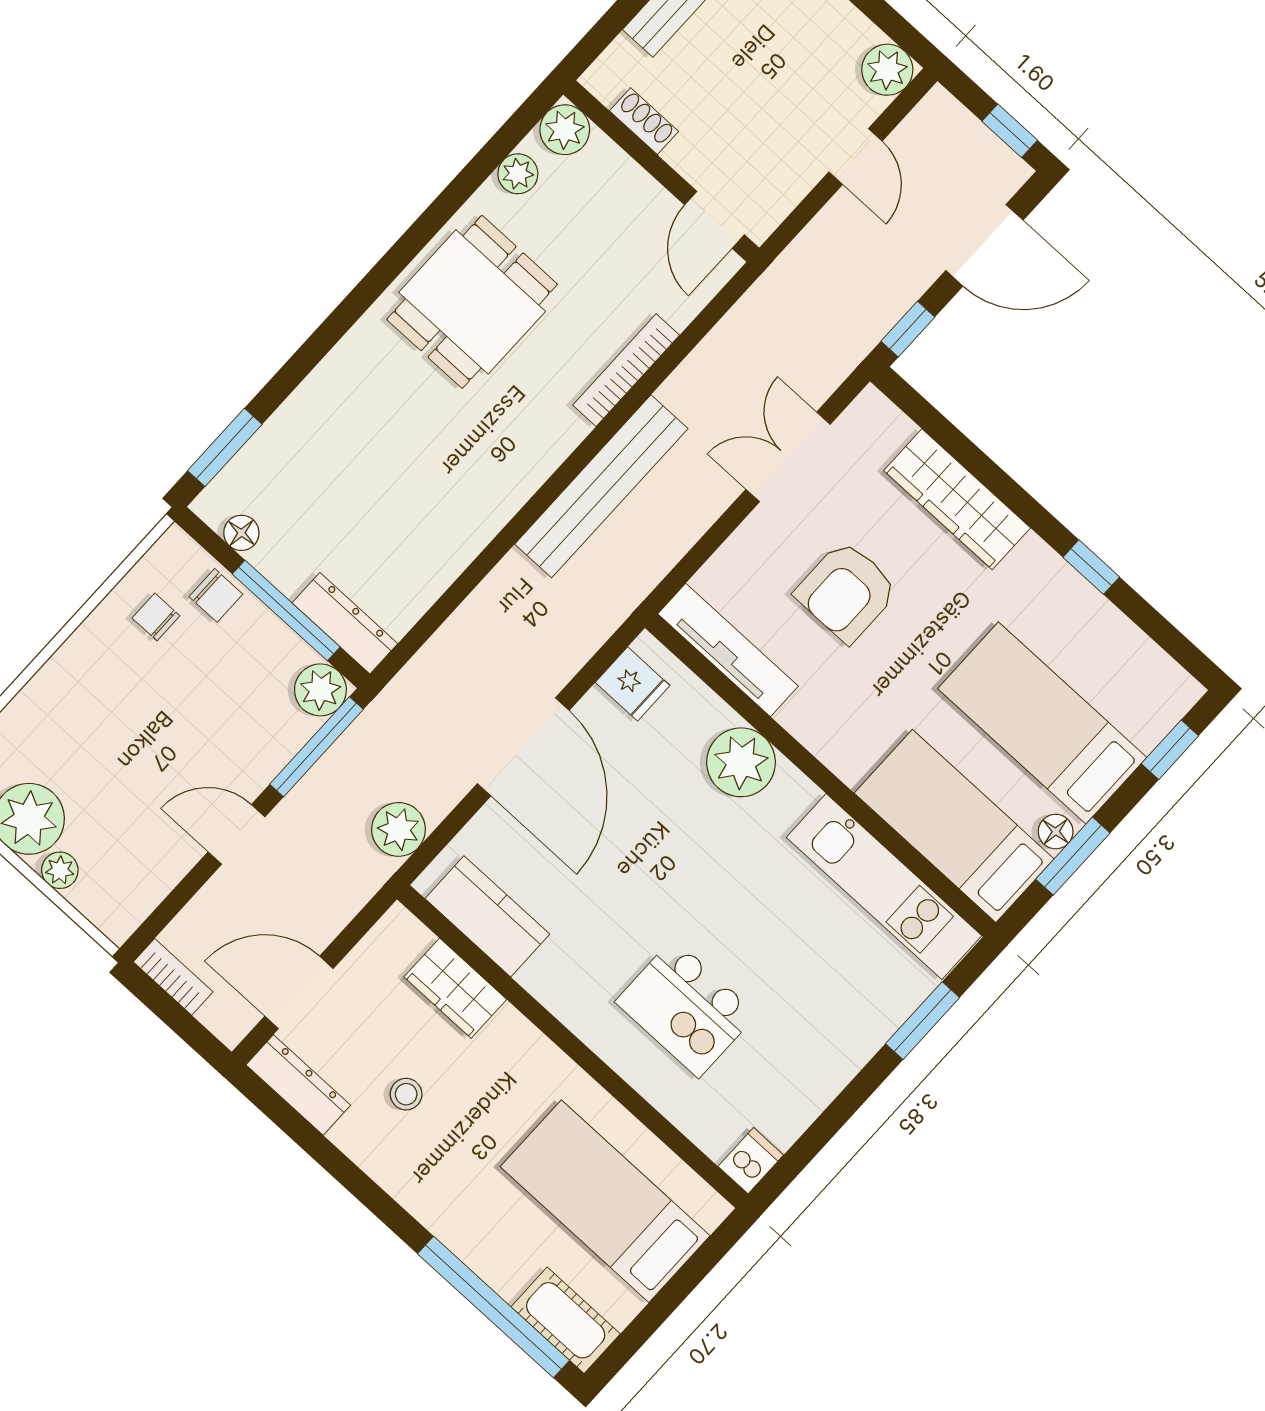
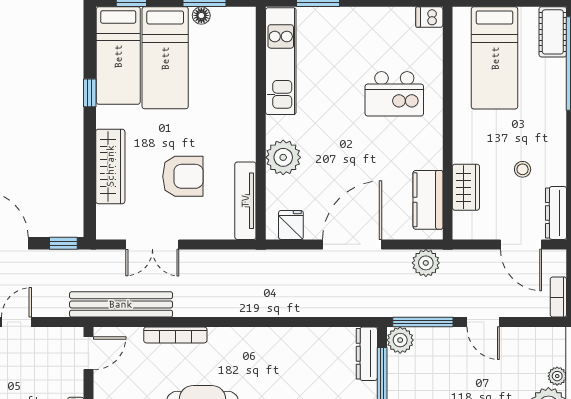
bench: (601, 486) -> (121, 304), moved
bed: (954, 826) -> (118, 56), moved
kitchen island: (686, 1008) -> (394, 94), turned 90

